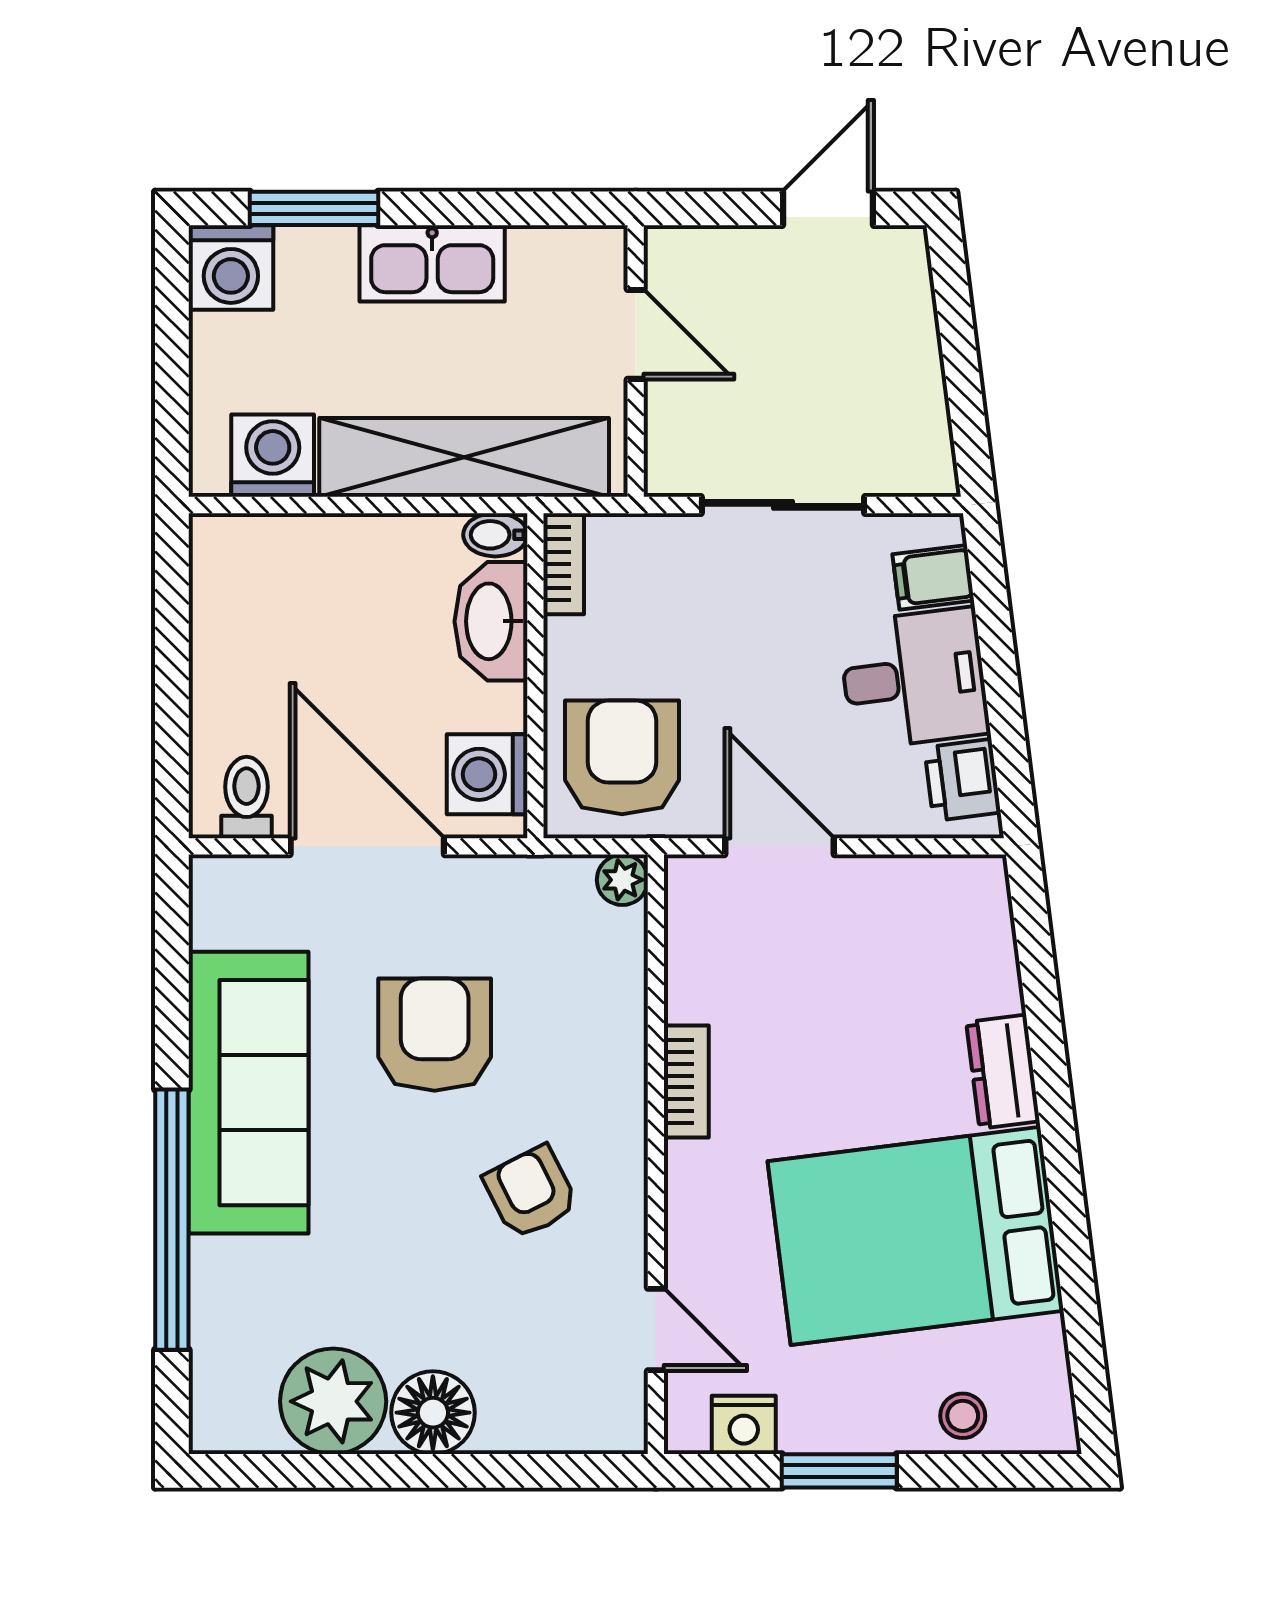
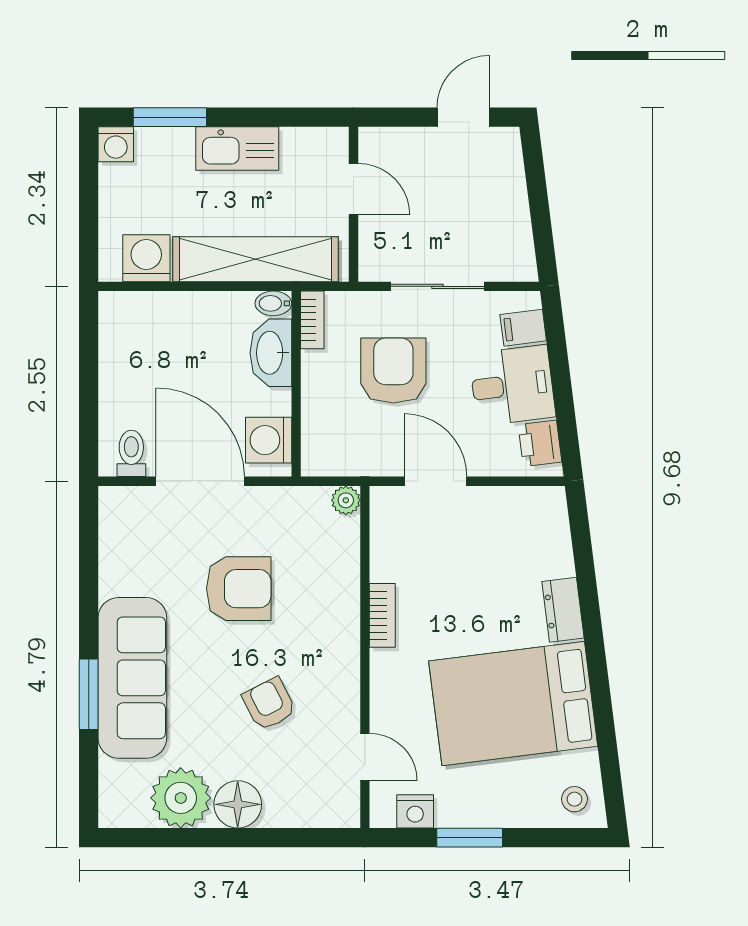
washing machine: (231, 267) -> (116, 144), width x0.73, depth x0.73
armchair: (622, 757) -> (393, 370), moved
armchair: (435, 1035) -> (239, 589), turned 90
sofa: (248, 1093) -> (132, 678), moved
armchair: (531, 1192) -> (269, 704), moved
window: (172, 1220) -> (89, 694), width x0.47
stool: (963, 1416) -> (574, 799), moved

